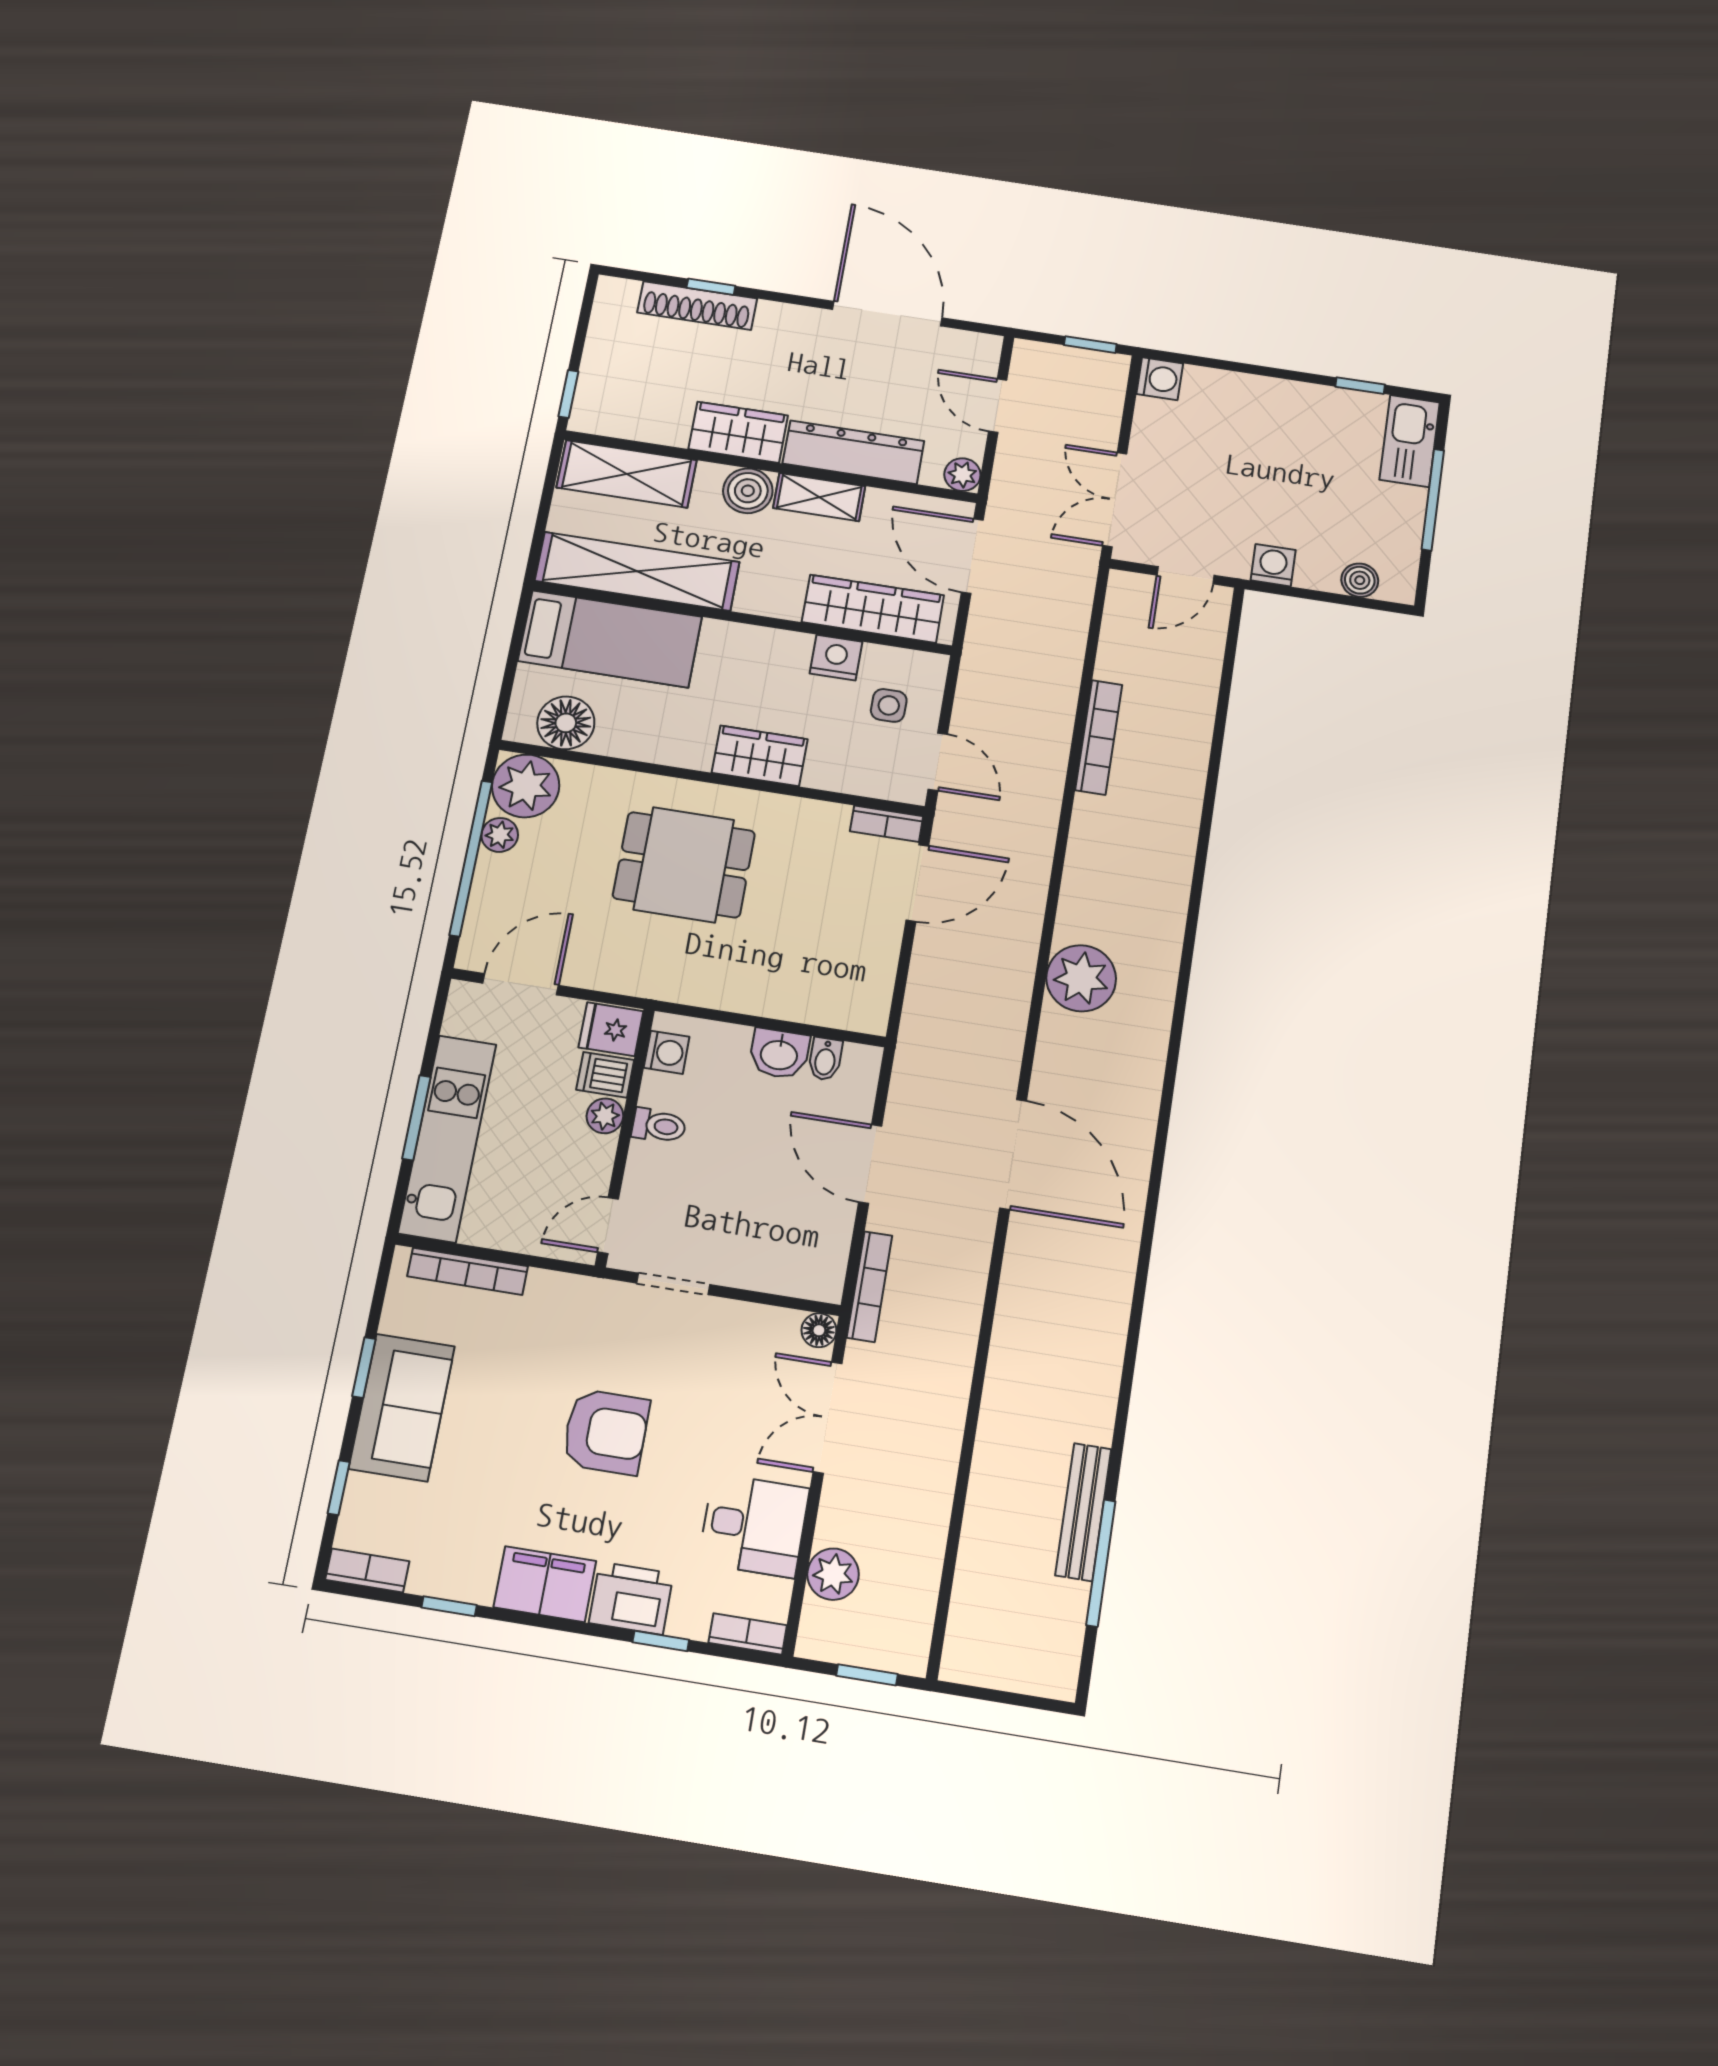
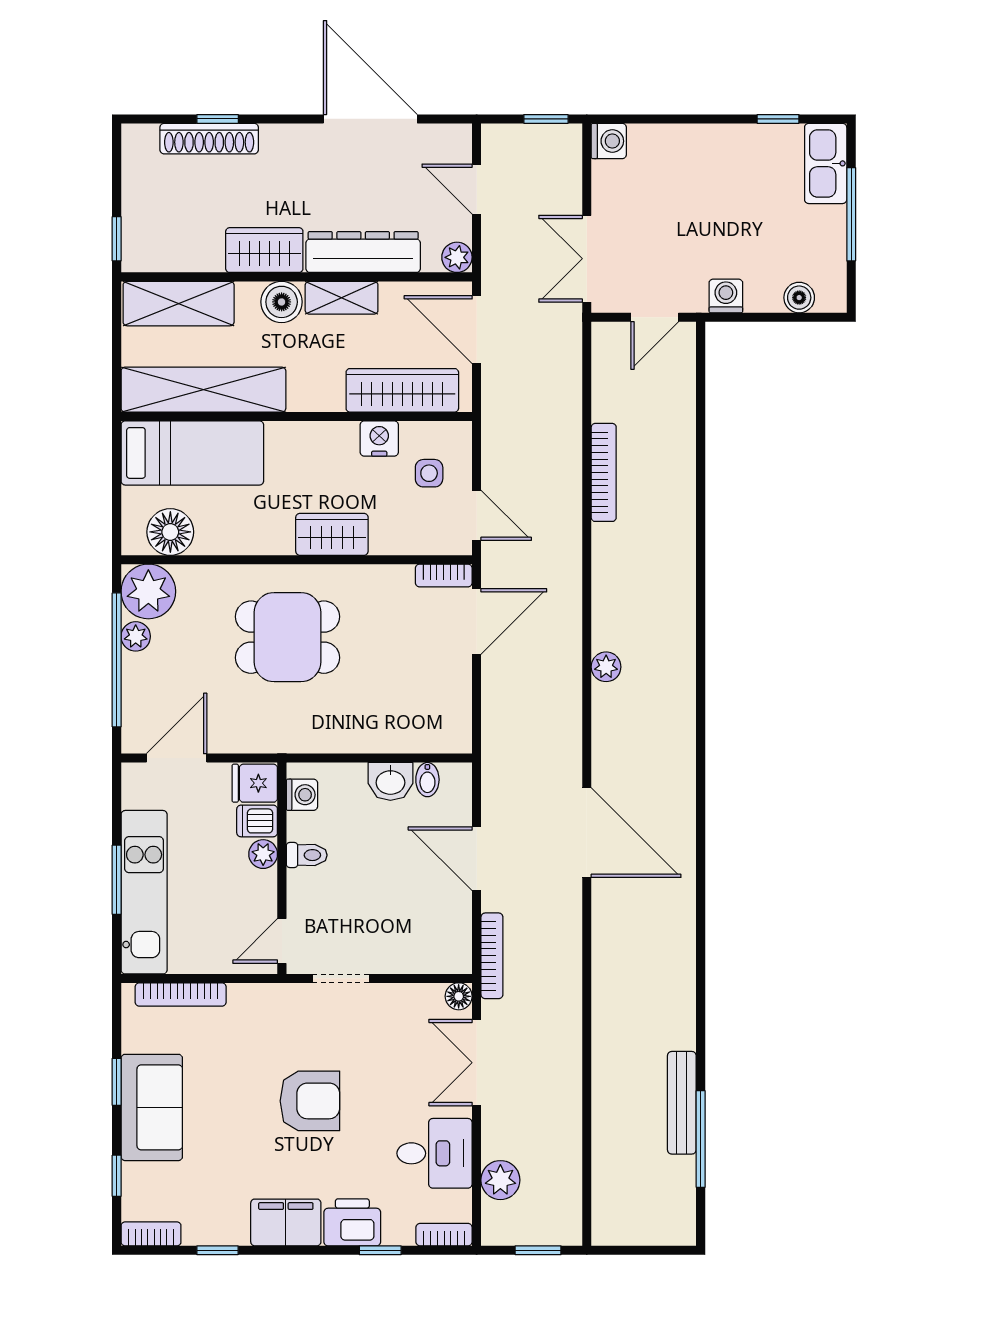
plant: (1081, 978) -> (606, 667), width x0.53, depth x0.53

